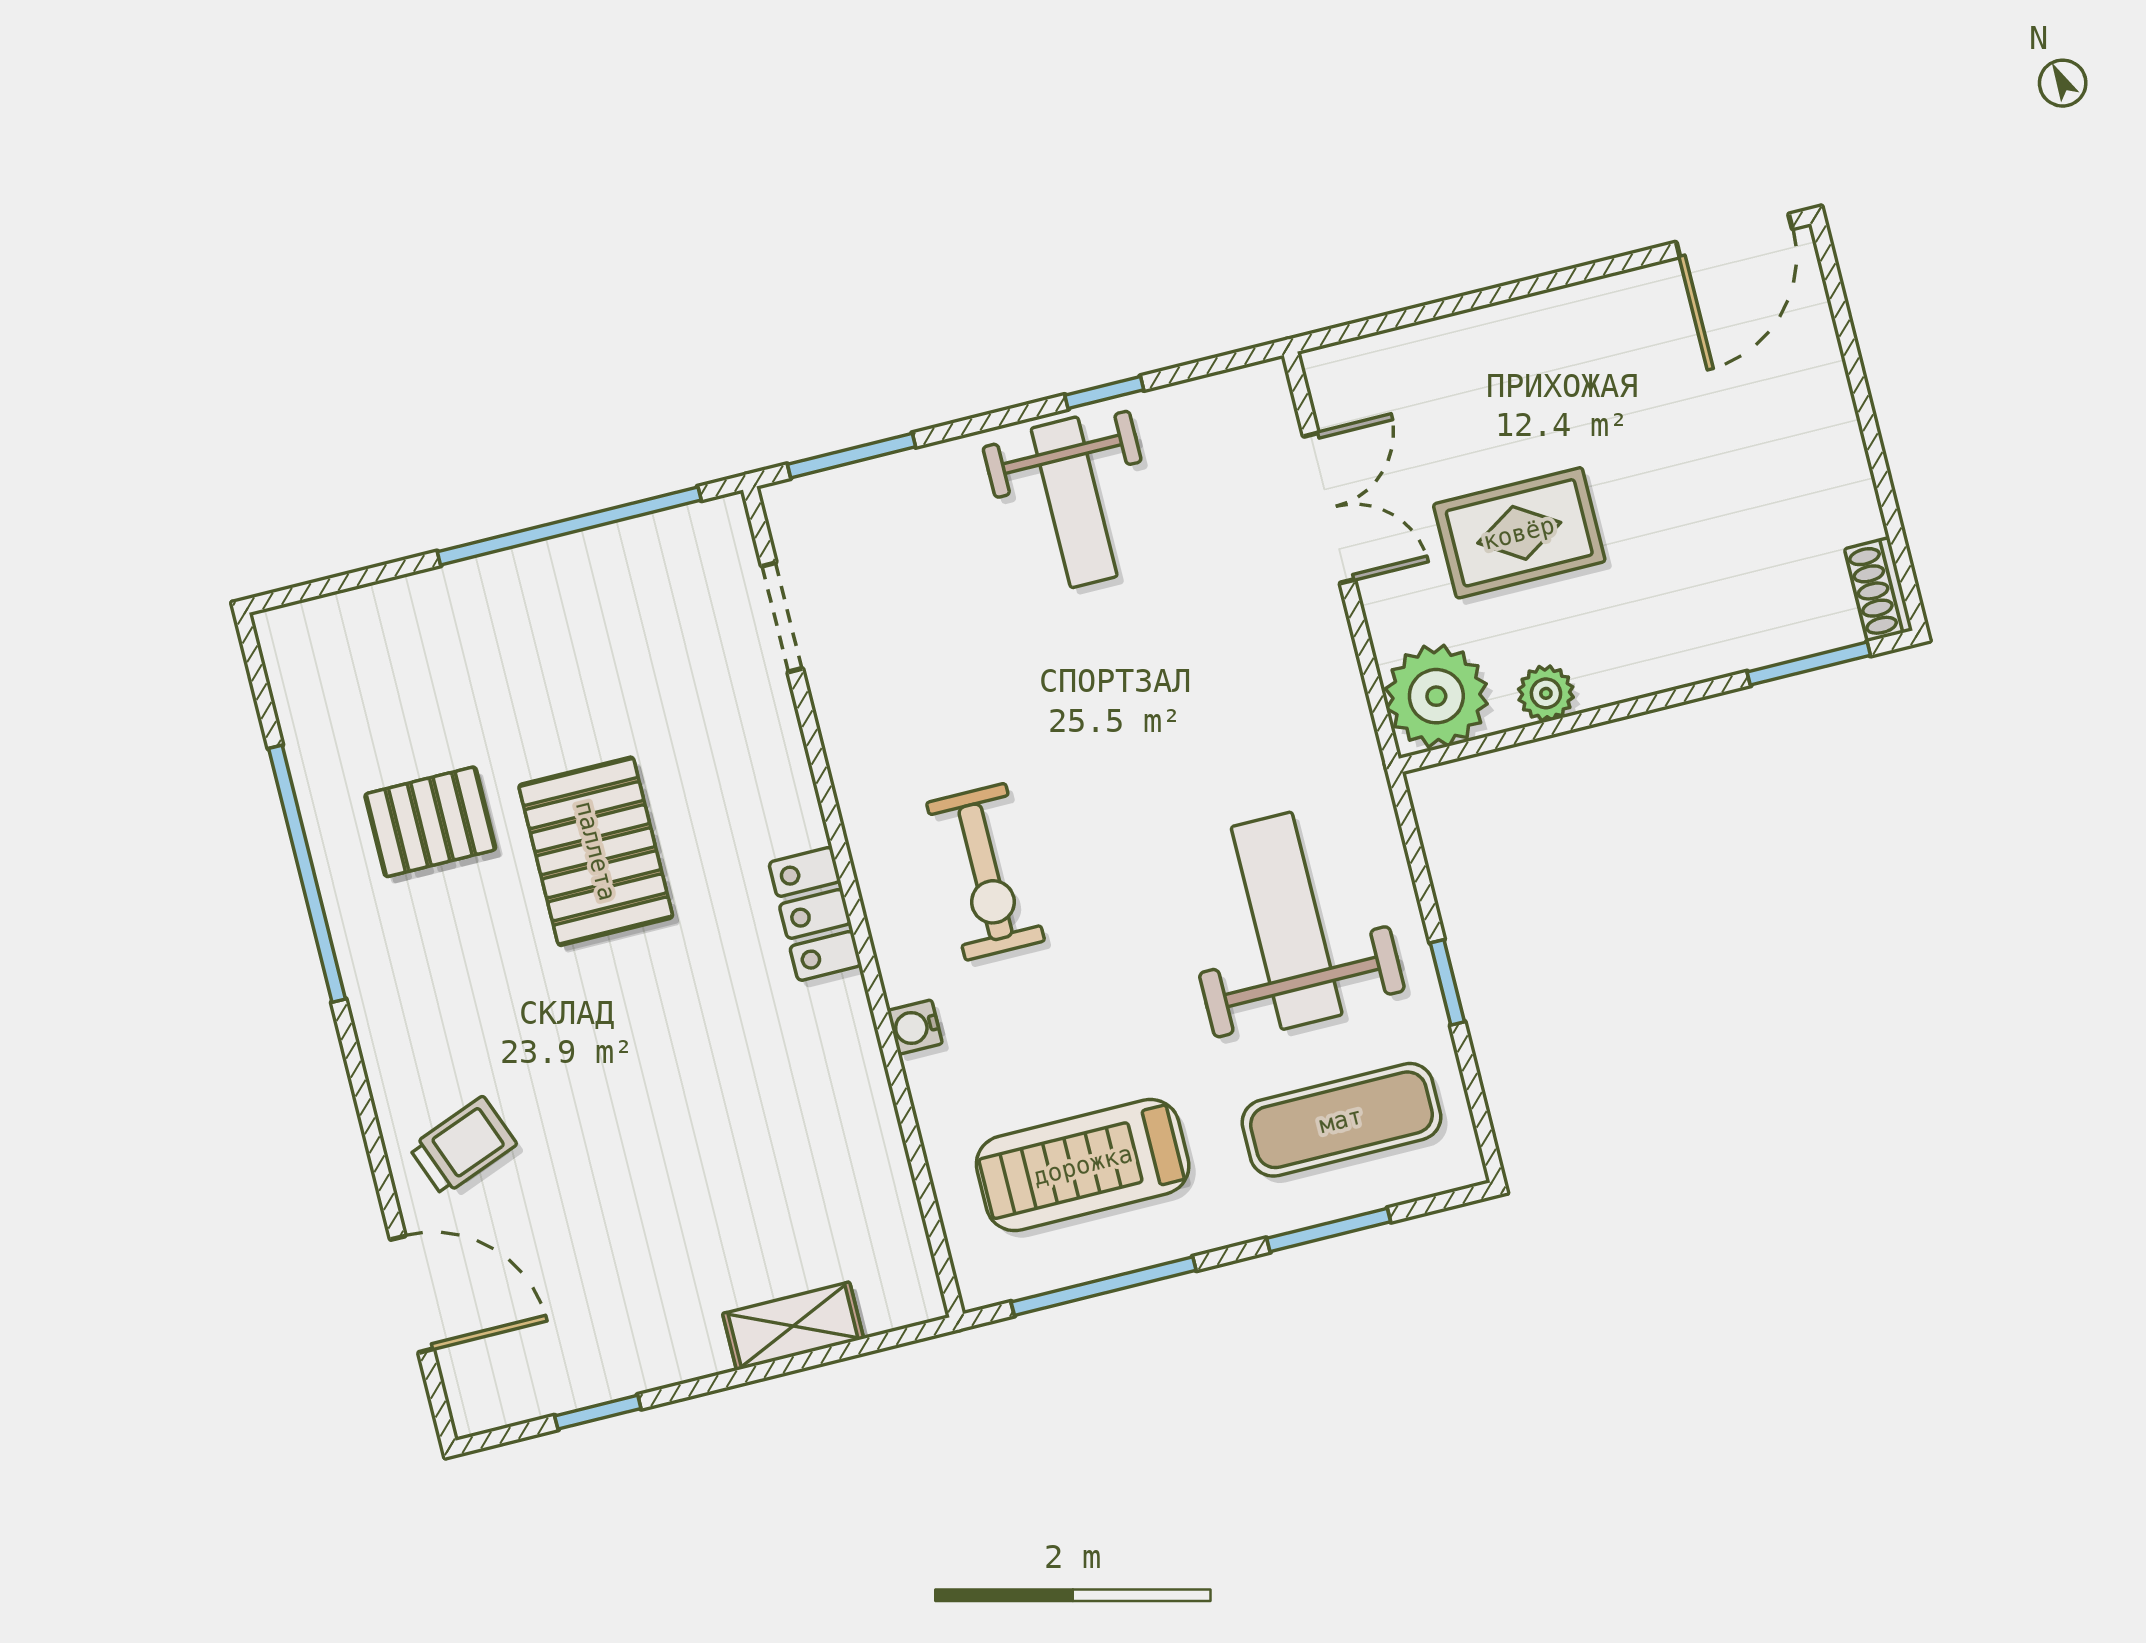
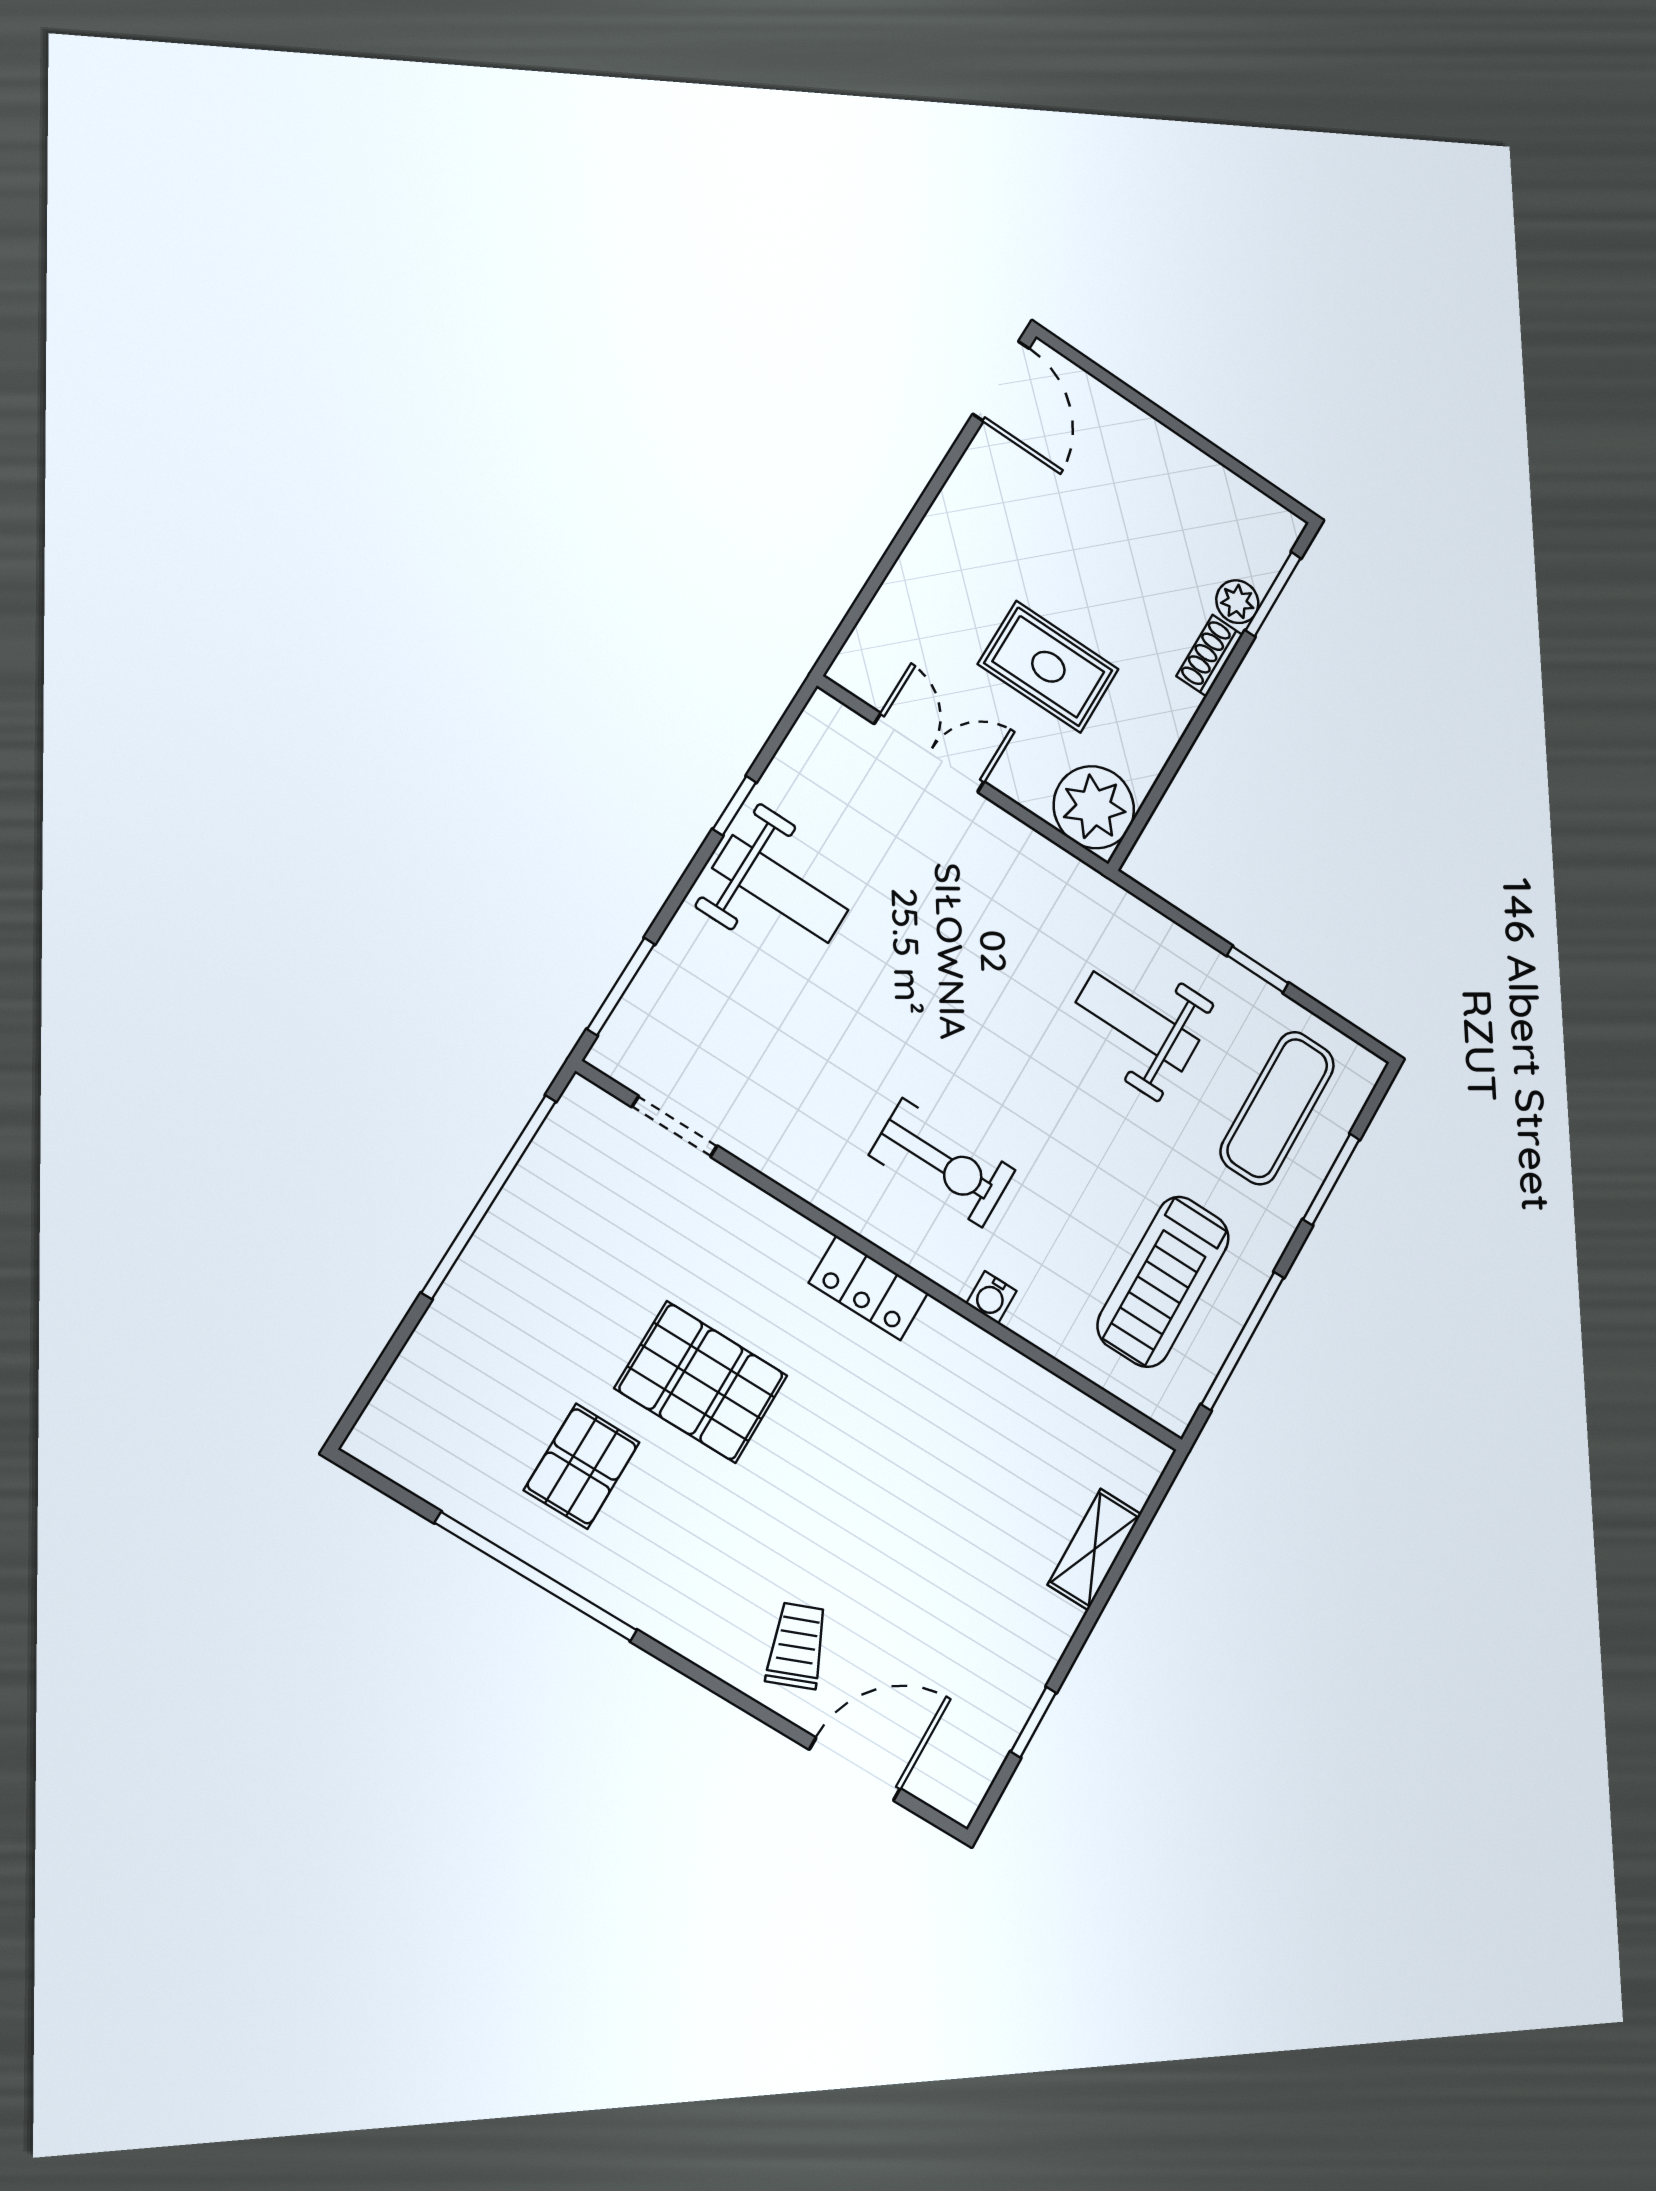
rug: (1519, 533) -> (1048, 667), turned 90
shoe rack: (1879, 590) -> (1210, 656), moved, turned 90
plant: (1546, 693) -> (1237, 602), moved
weight bench: (1287, 921) -> (1138, 1021), width x0.73, depth x0.75

